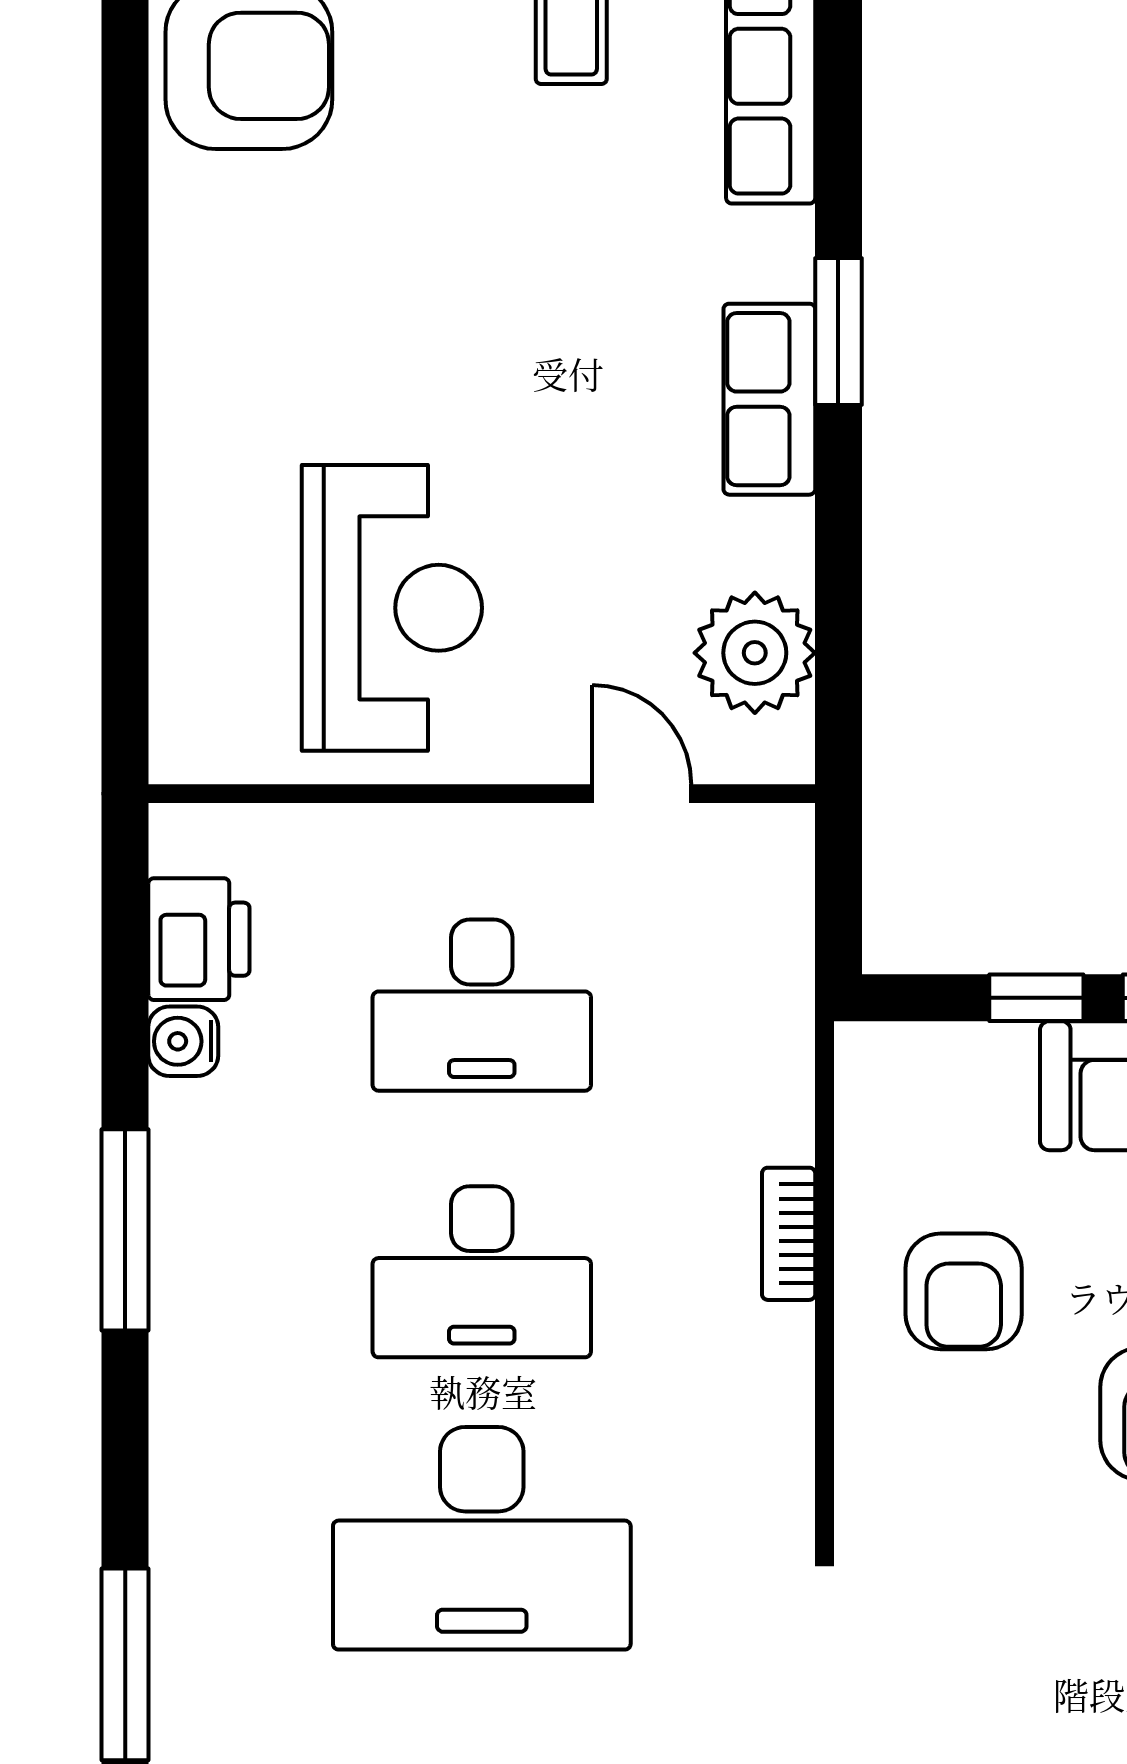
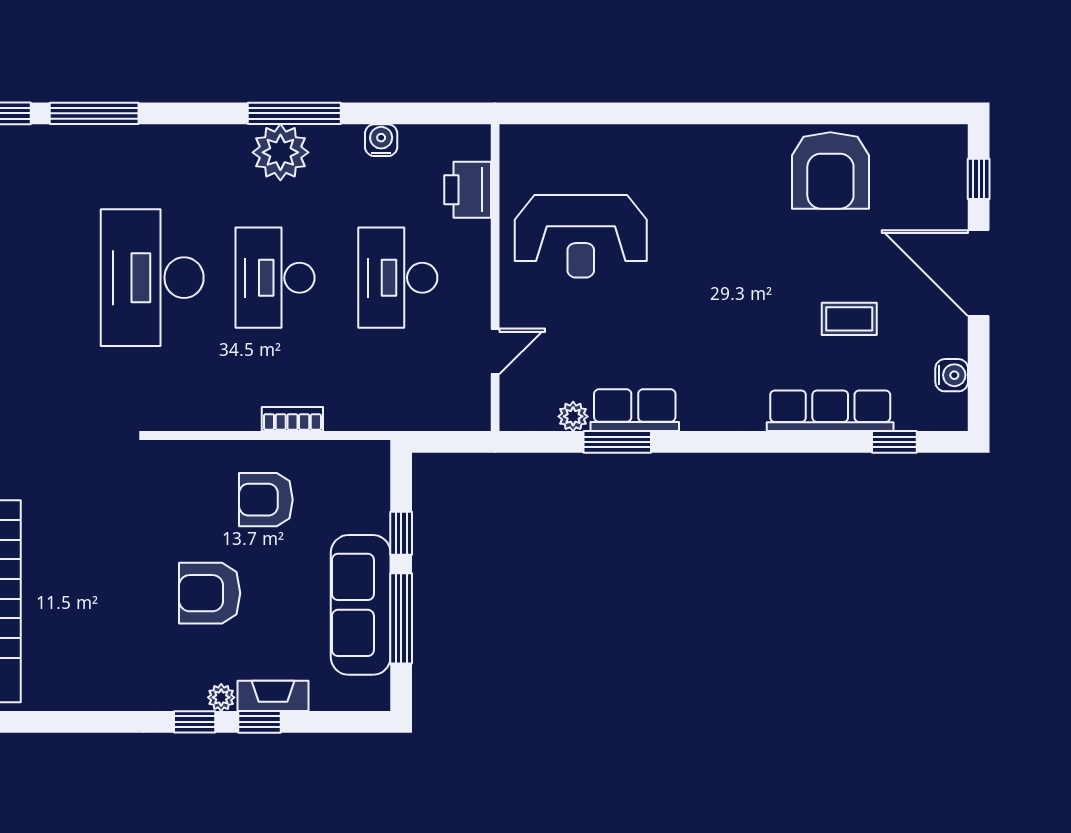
window: (838, 332) -> (617, 442), moved
row of seats: (769, 399) -> (635, 410), moved
plant: (755, 653) -> (573, 416), width x0.53, depth x0.53
printer: (199, 939) -> (468, 190), moved, turned 90
plant: (209, 1260) -> (280, 152), added

